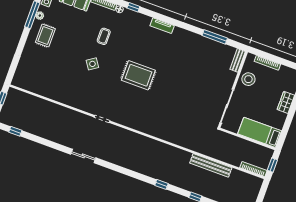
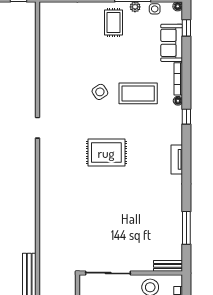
rug: (45, 36) -> (114, 23), turned 90
coffee table: (104, 36) -> (138, 93), width x1.86, depth x1.72
rug: (138, 75) -> (106, 153), turned 90

